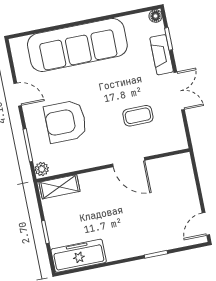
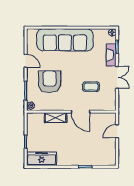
armchair: (66, 121) -> (50, 82), turned 90
shelving: (60, 187) -> (56, 118), moved
door: (206, 224) -> (117, 131), moved

